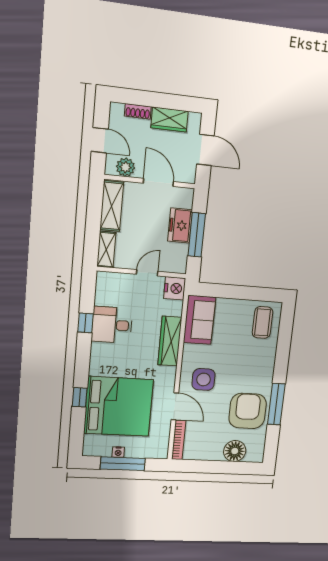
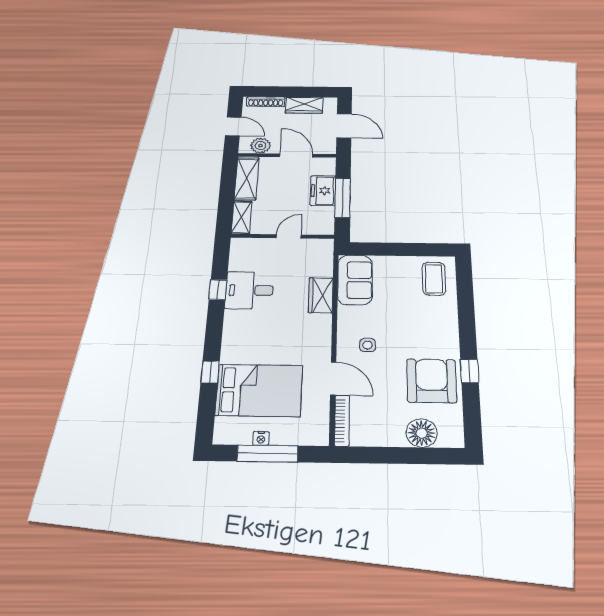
shoe rack: (138, 111) -> (266, 102), width x1.43
nightstand: (175, 288) -> (322, 250), removed
wardrobe: (170, 341) -> (321, 295), width x0.67
side table: (204, 379) -> (368, 345), width x0.54, depth x0.54
window: (276, 404) -> (469, 371), width x0.46
bed: (119, 406) -> (259, 390), width x0.73

